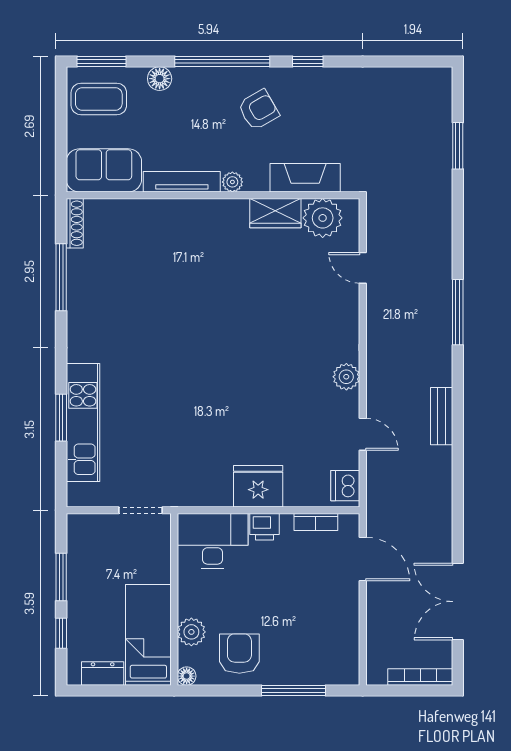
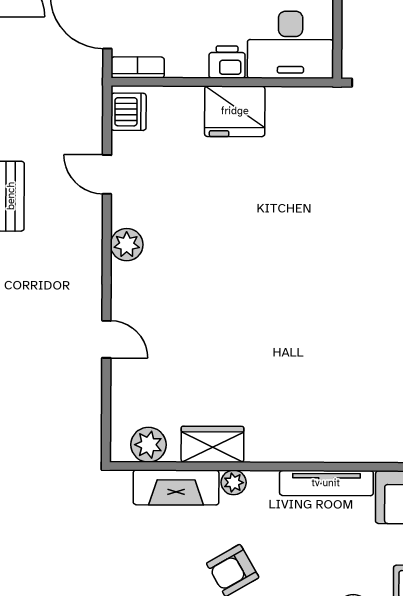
plant: (232, 182) -> (234, 482), moved
plant: (323, 218) -> (148, 445), width x0.73, depth x0.73
door: (363, 268) -> (106, 339), moved
bookcase: (316, 522) -> (138, 67), moved

